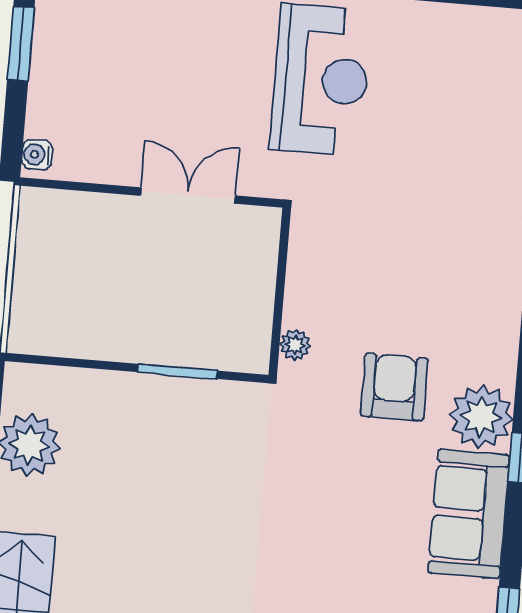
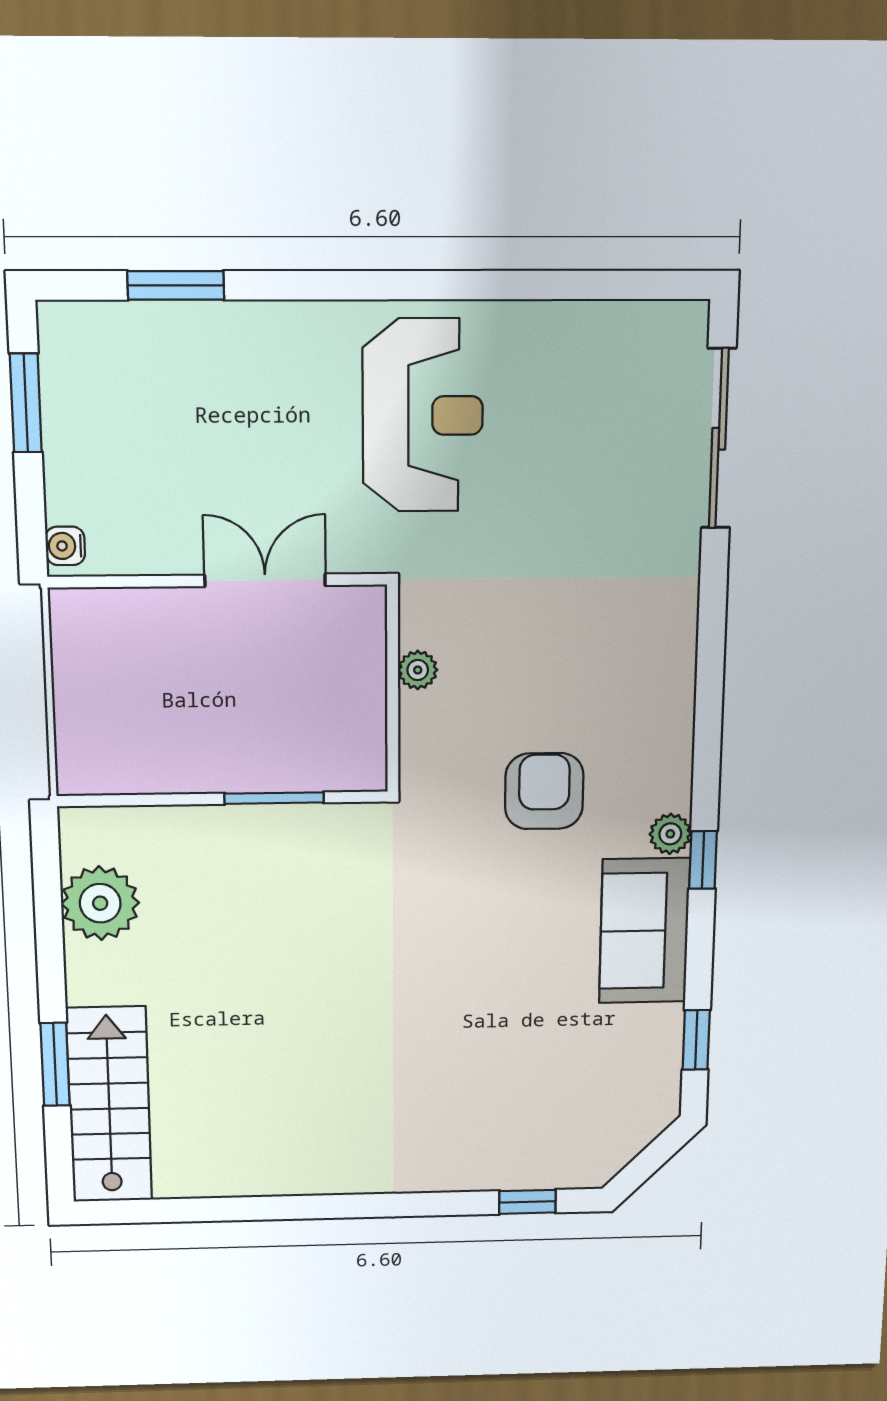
plant: (295, 345) -> (418, 670), moved
plant: (481, 417) -> (670, 834), width x0.53, depth x0.53

